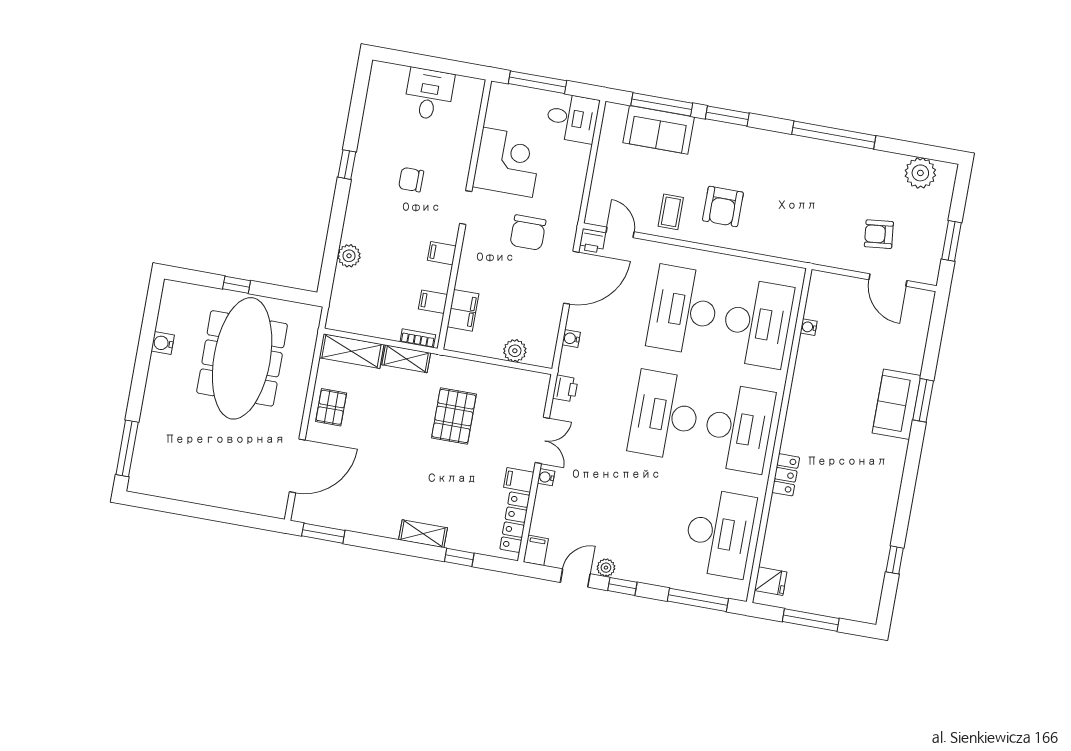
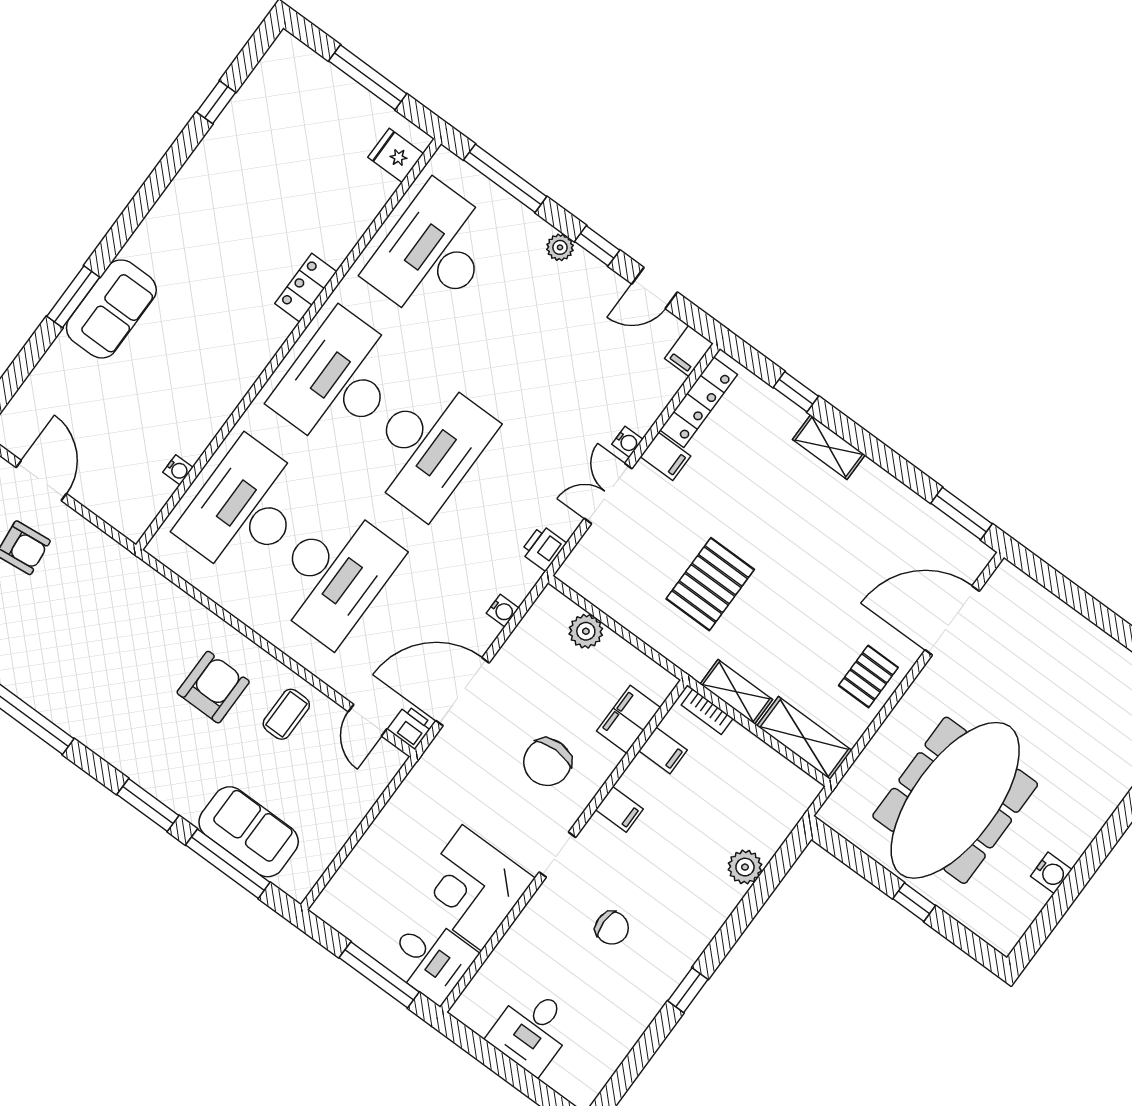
desk: (572, 118) -> (431, 959), moved, turned 180
chair: (528, 233) -> (547, 762), moved, turned 180
plant: (606, 568) -> (560, 247), moved

